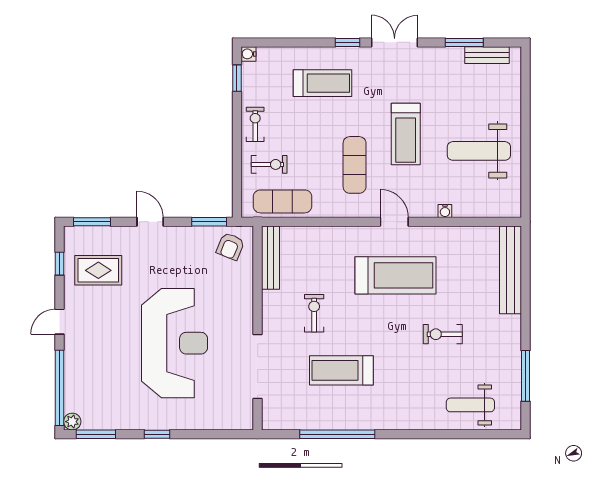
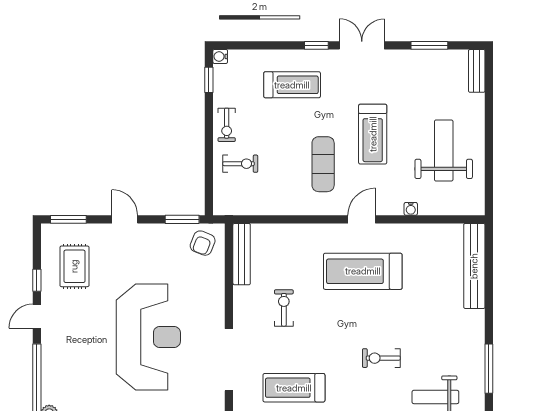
bench: (487, 55) -> (477, 71), moved, turned 90
exercise bike: (255, 124) -> (227, 125), turned 180
weight bench: (479, 151) -> (444, 151), turned 90
exercise mat: (283, 201) -> (253, 200), removed
door: (394, 222) -> (362, 219), hinge flipped
window: (60, 264) -> (37, 280), moved
rug: (98, 270) -> (74, 266), turned 90
treadmill: (395, 275) -> (363, 271), turned 180
exercise bike: (443, 334) -> (381, 358), moved
treadmill: (341, 370) -> (294, 388), moved

